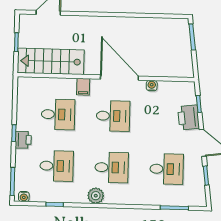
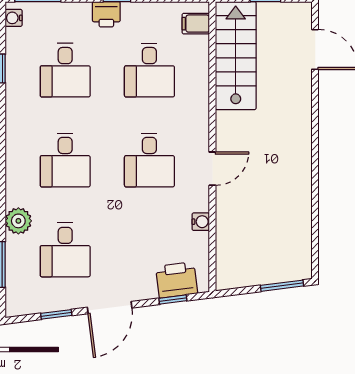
door: (119, 78) -> (212, 169), width x0.53
filing cabinet: (83, 87) -> (196, 24), moved
printer: (188, 117) -> (177, 280), moved
plant: (96, 196) -> (18, 221), moved

